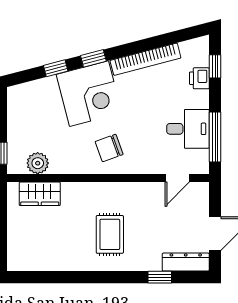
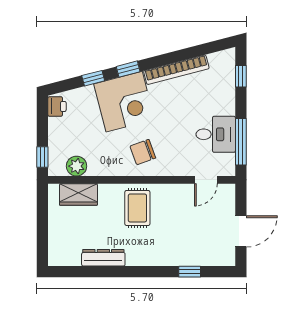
printer: (199, 78) -> (57, 106), moved, turned 180
rug: (110, 234) -> (137, 208), moved
dresser: (186, 262) -> (103, 258), moved

